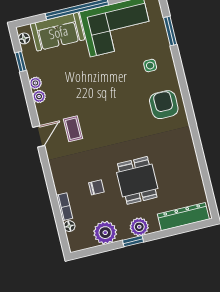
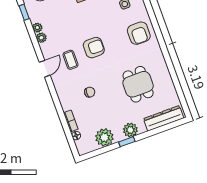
armchair: (164, 105) -> (139, 33), turned 180
armchair: (104, 117) -> (94, 48), added
dining table: (137, 180) -> (138, 84), moved
chair: (96, 187) -> (90, 92), moved

